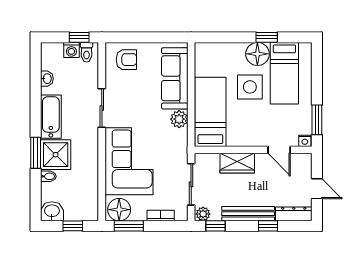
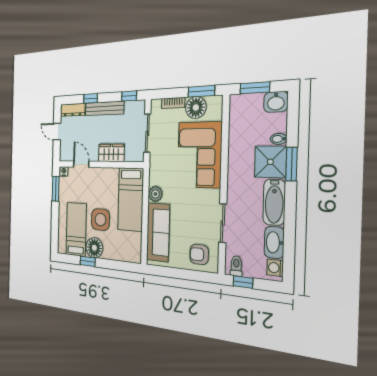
washing machine: (71, 50) -> (275, 268), moved, turned -90
washbasin: (47, 79) -> (274, 242), width x1.91, depth x1.45
sliding door: (102, 108) -> (223, 223), moved
floor lamp: (119, 210) -> (196, 107), moved
plant: (203, 214) -> (138, 106), removed
window: (73, 226) -> (255, 88), width x1.50

